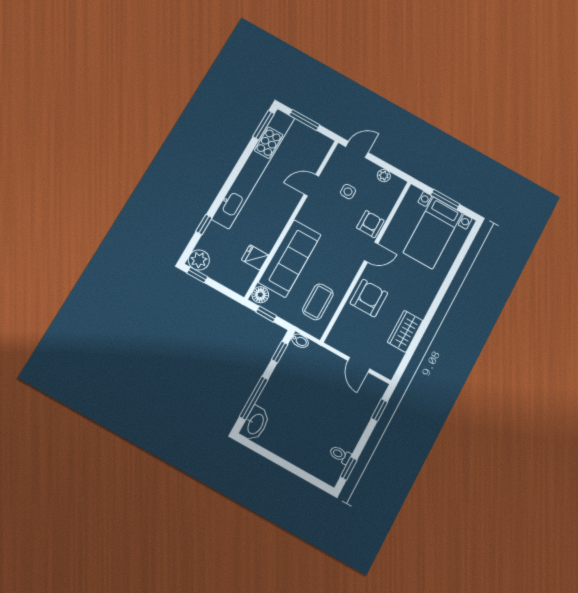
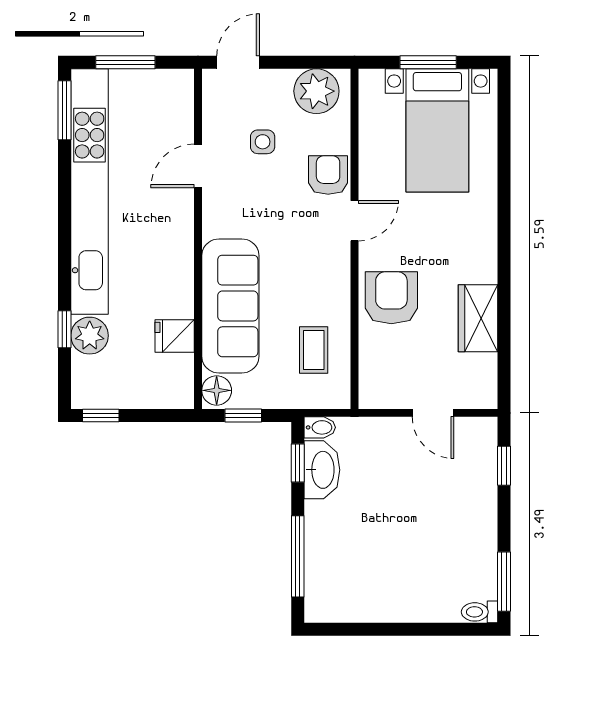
plant: (384, 176) -> (316, 91), width x1.88, depth x1.88
plant: (199, 260) -> (90, 336), moved
coffee table: (318, 302) -> (314, 350), width x0.73, depth x0.77
washbasin: (255, 424) -> (322, 470), moved
toilet: (340, 455) -> (479, 612), moved
window: (349, 468) -> (504, 582), width x1.50

